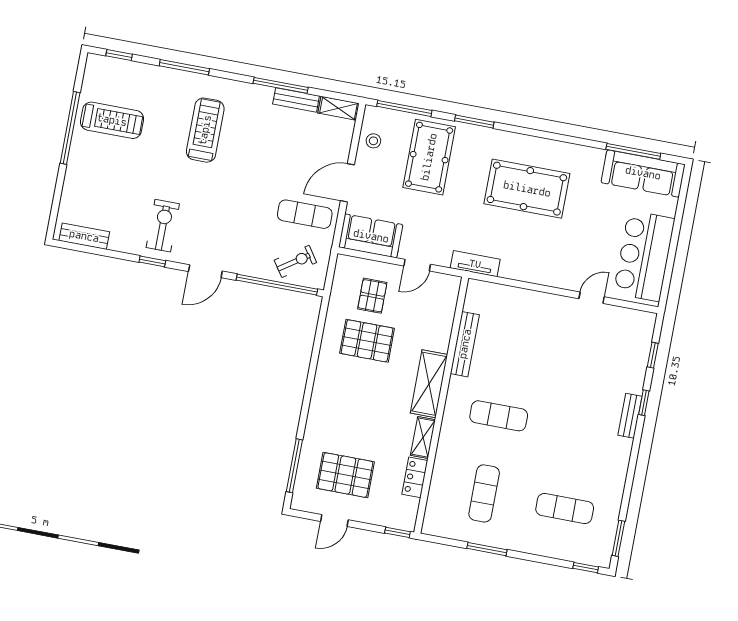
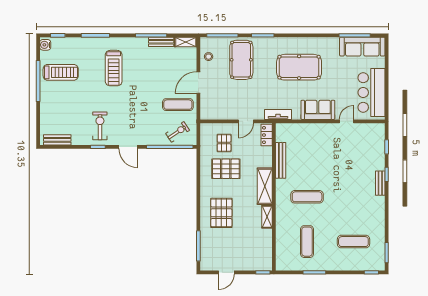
water cooler: (94, 68) -> (45, 45), added
treadmill: (205, 130) -> (114, 68), turned 180
sofa: (371, 236) -> (318, 110), moved
door: (205, 271) -> (128, 147), hinge flipped
pallet: (345, 475) -> (221, 213), moved, turned 90
locker: (415, 477) -> (267, 135), moved

